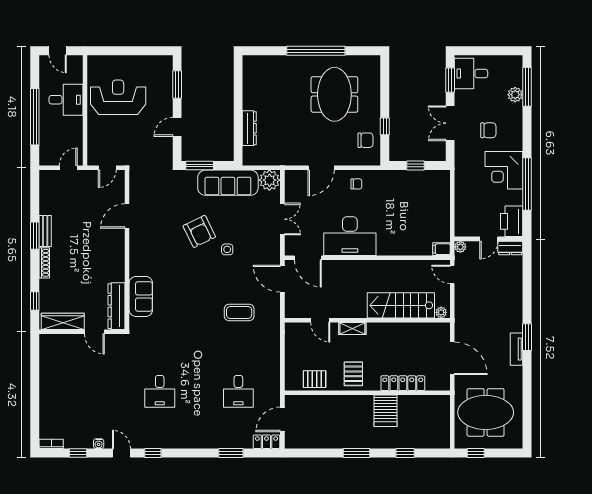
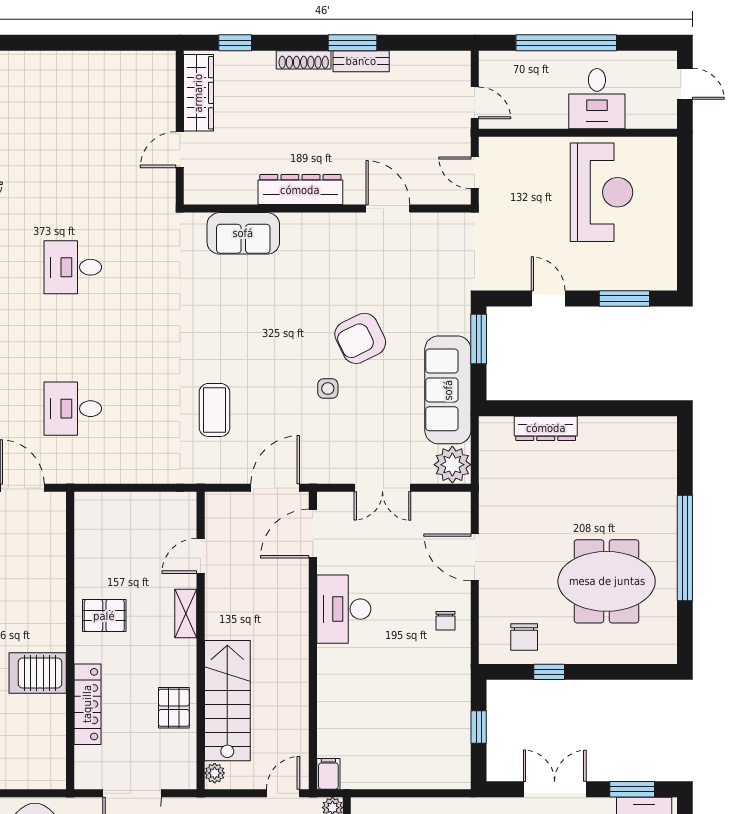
door: (58, 51) -> (685, 84), swing flipped
desk: (350, 236) -> (344, 609), width x0.73, depth x0.77
dresser: (116, 306) -> (300, 190), moved
pallet: (315, 379) -> (174, 708), moved

